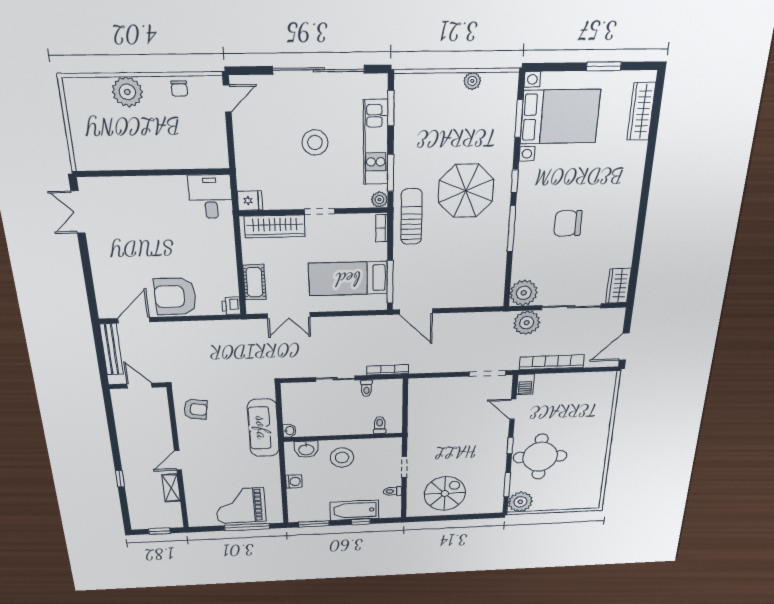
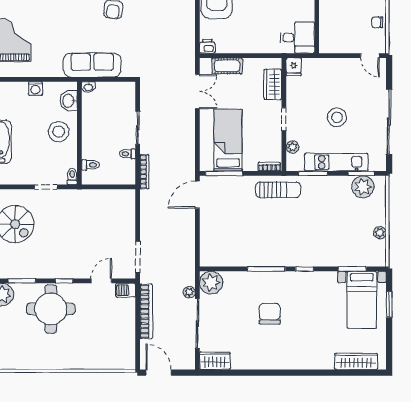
window: (604, 66) -> (389, 304), moved
plant: (409, 106) -> (363, 187), added
bed with nightstands: (560, 117) -> (362, 300), width x0.73
parasol: (466, 191) -> (298, 231), removed
plant: (379, 200) -> (292, 147), moved
wardrobe: (275, 226) -> (273, 84), width x0.67
double door: (289, 315) -> (197, 91), swing flipped
plant: (527, 323) -> (189, 292), width x0.53, depth x0.53
toilet: (392, 491) -> (72, 176), moved

